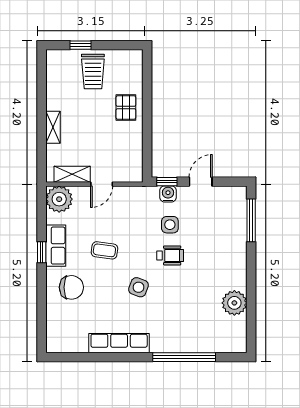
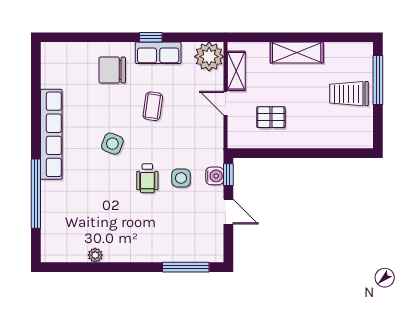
window: (81, 45) -> (378, 80), width x2.17
pallet: (126, 107) -> (271, 117), moved
shelving: (53, 127) -> (297, 52), width x1.50, depth x1.33
chair: (71, 287) -> (112, 70), turned 90
plant: (234, 303) -> (95, 255), width x0.53, depth x0.53
row of seats: (119, 343) -> (51, 134), width x1.36

